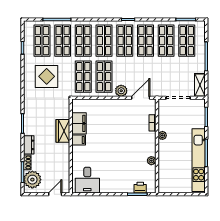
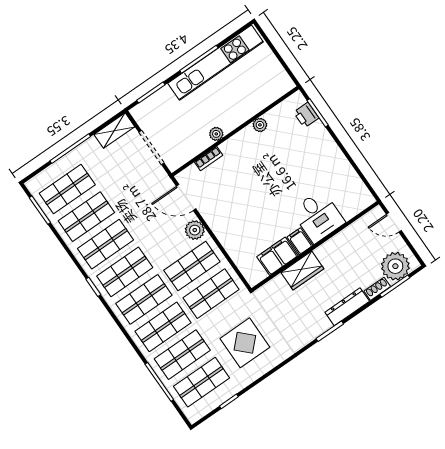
dresser: (29, 145) -> (347, 307), width x1.44
desk: (87, 180) -> (318, 216), moved, turned 90

